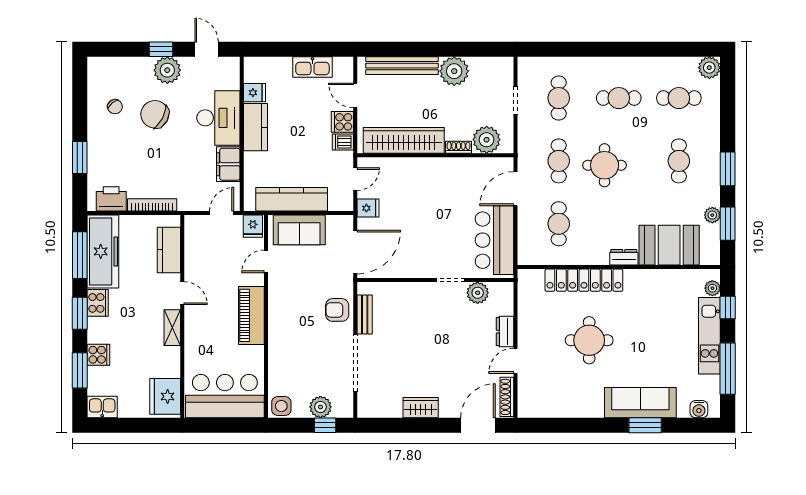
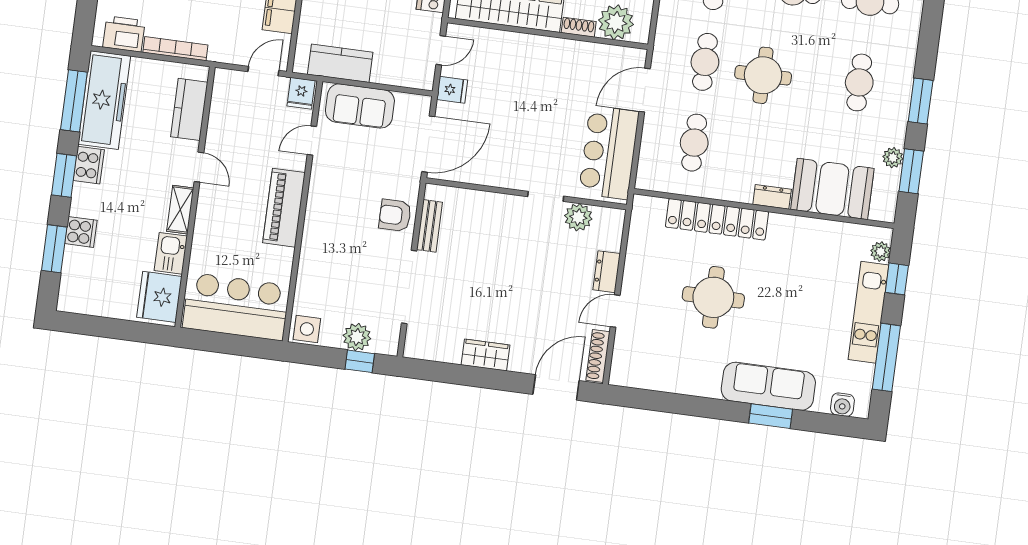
kitchen counter: (292, 199) -> (340, 63), width x0.67
kitchen sink: (102, 407) -> (171, 253), moved, turned -90

